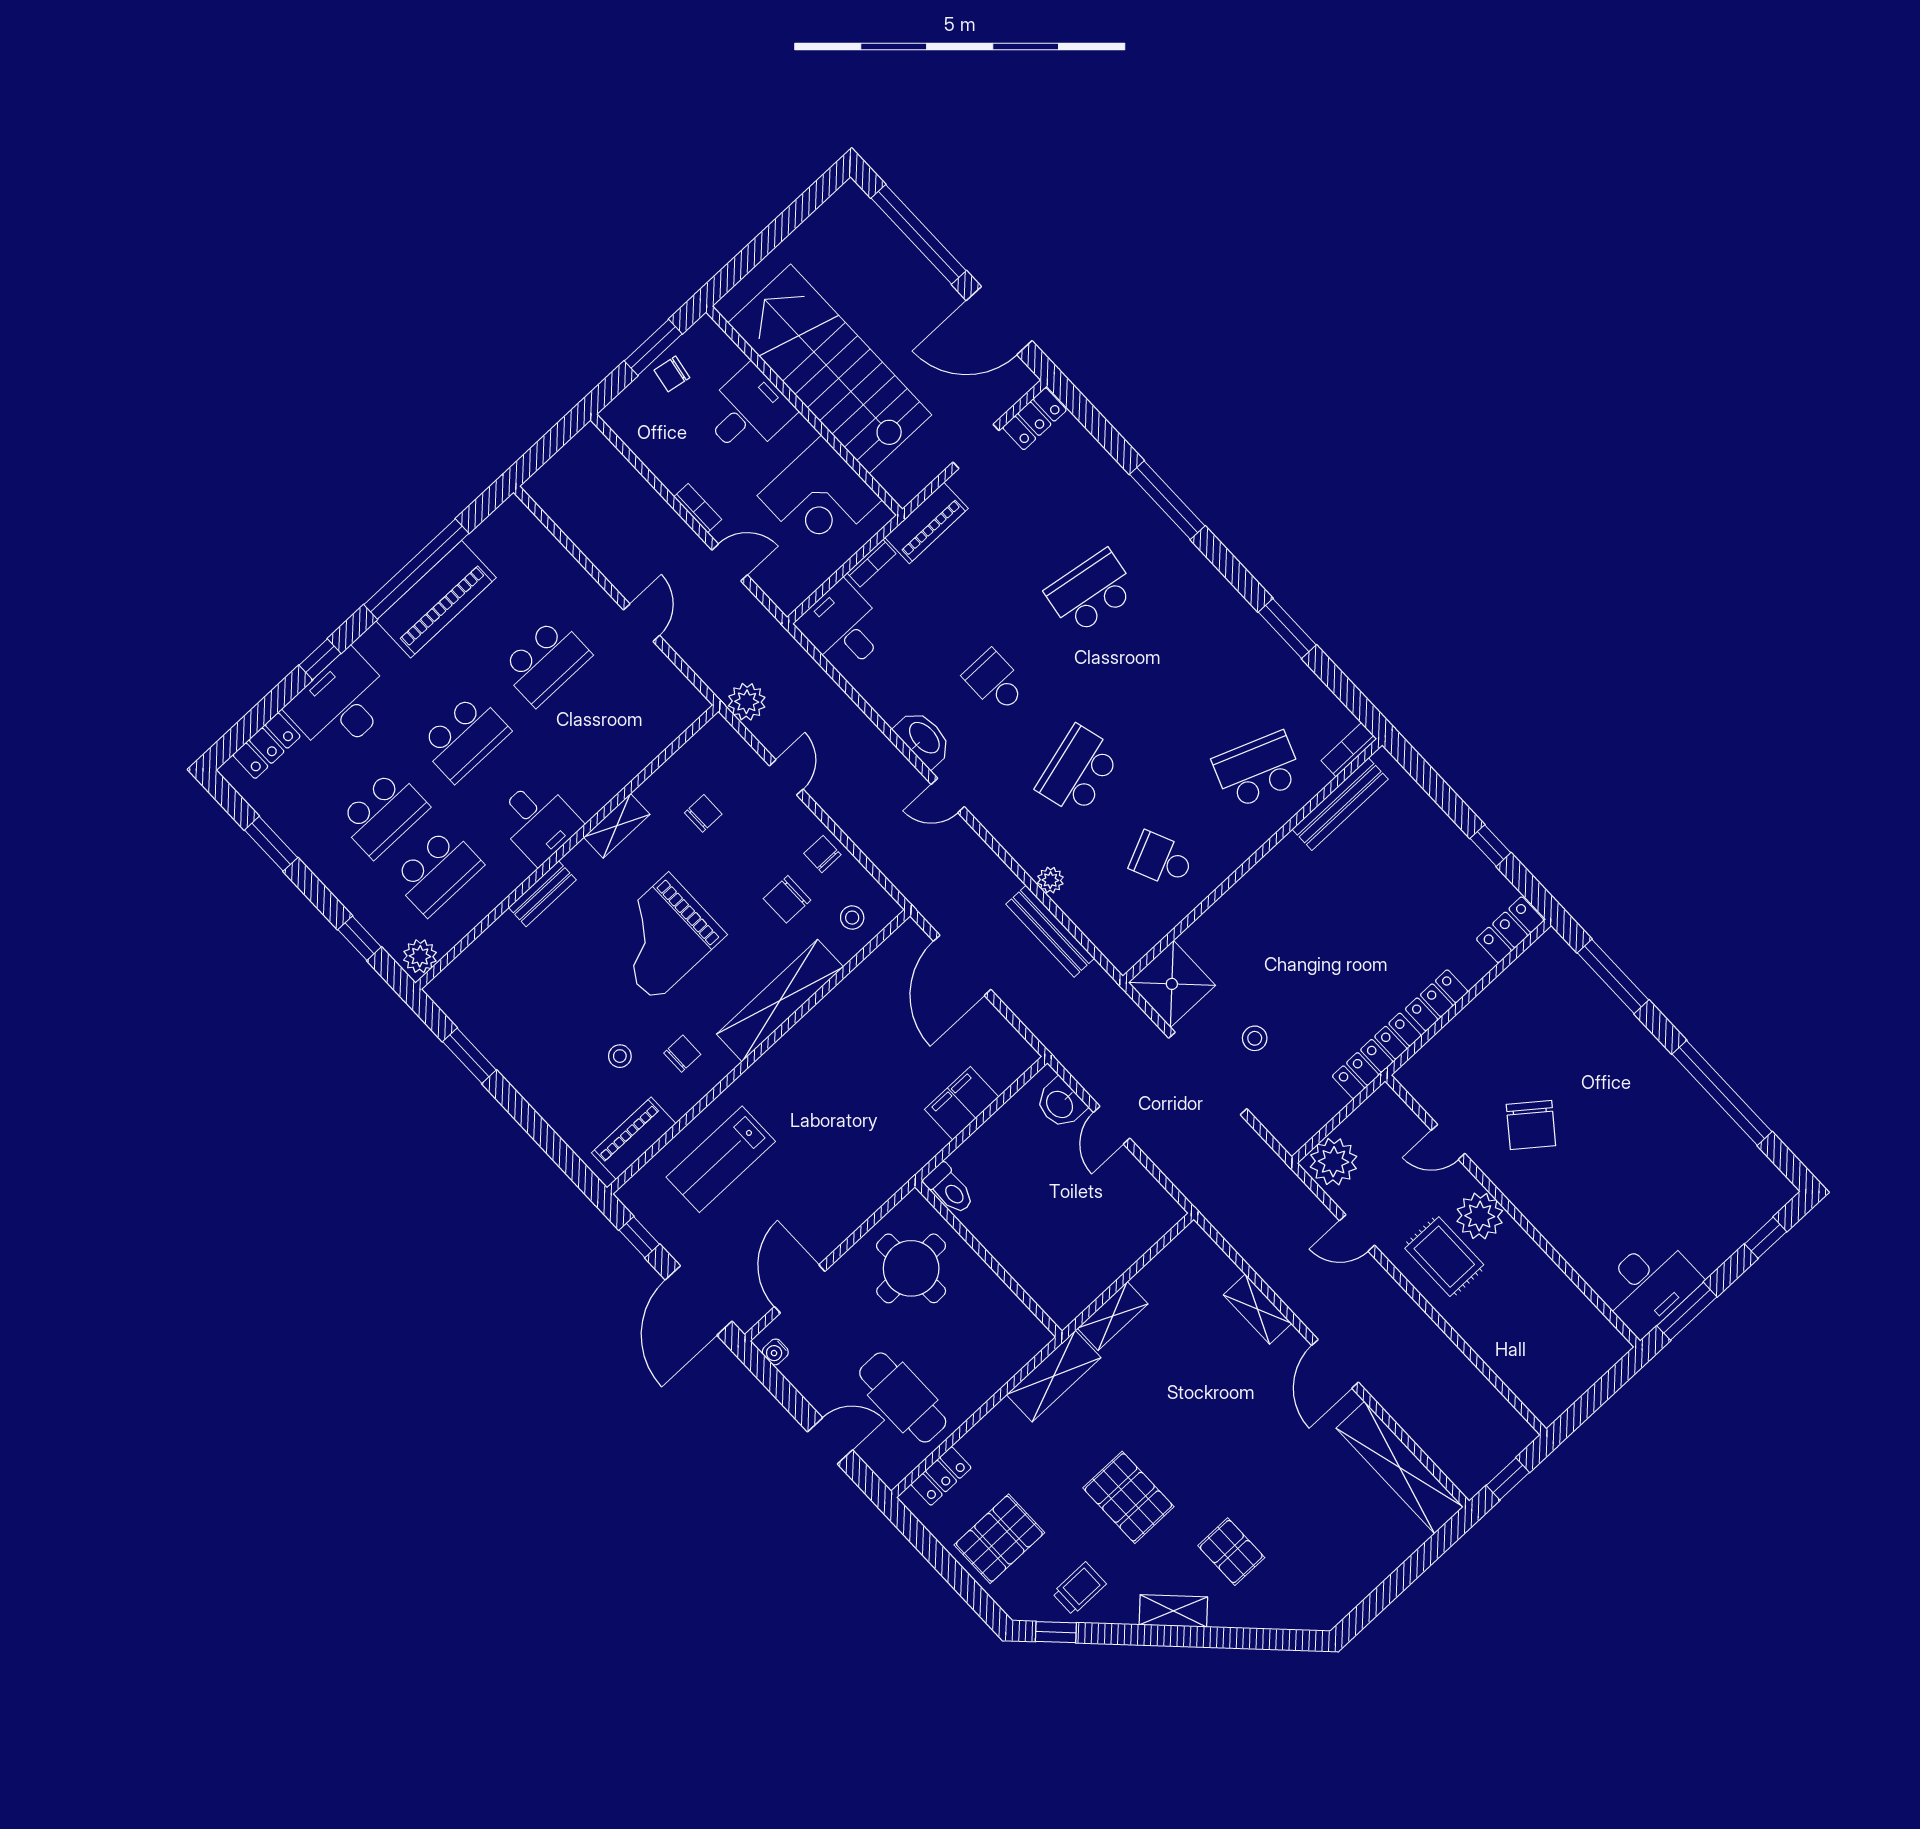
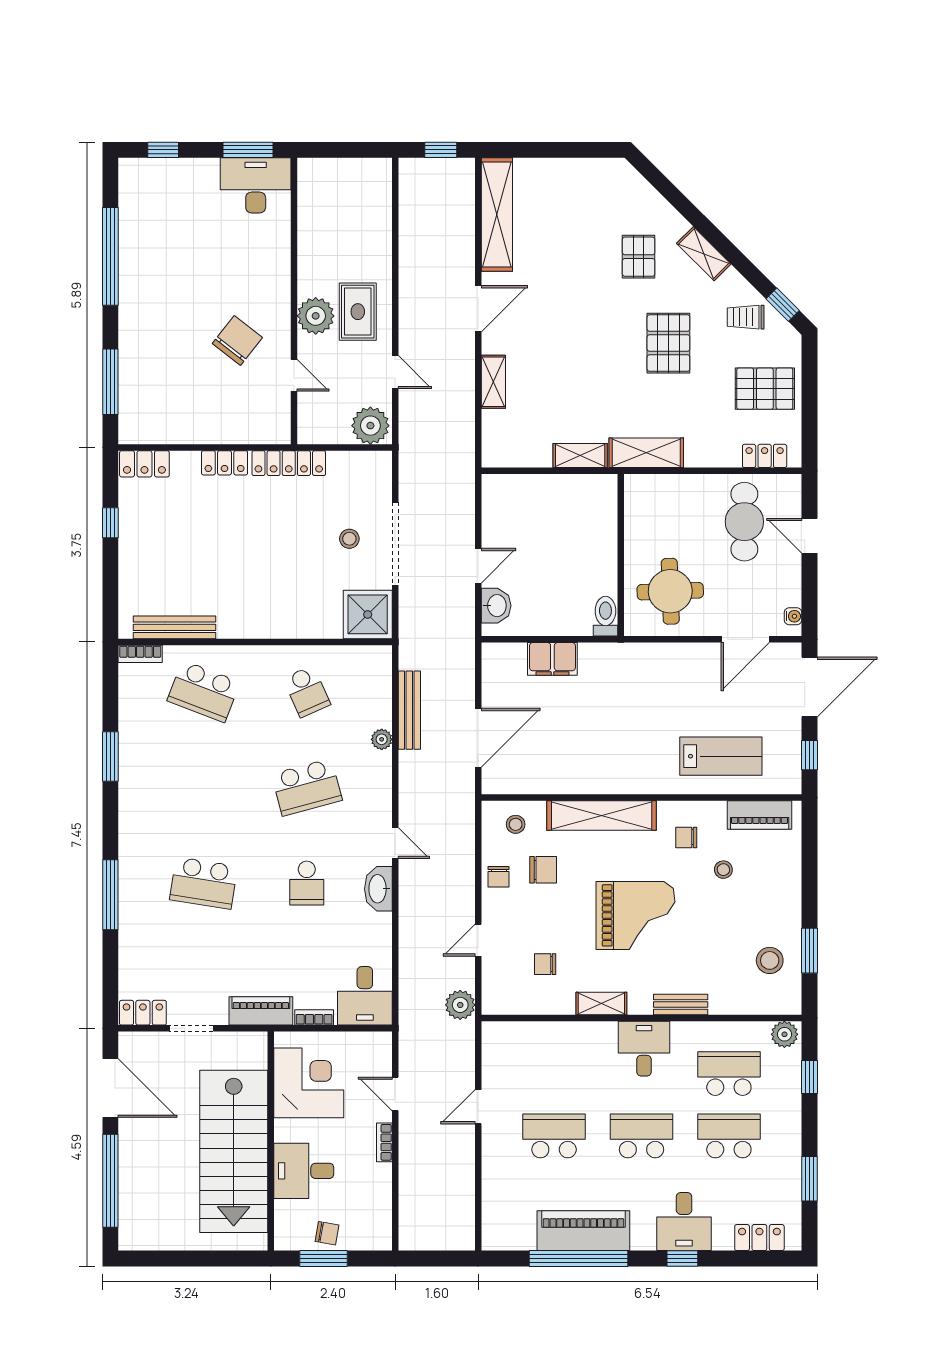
desk: (341, 704) -> (684, 1222), width x0.73
stool: (498, 1012) -> (770, 960), added

